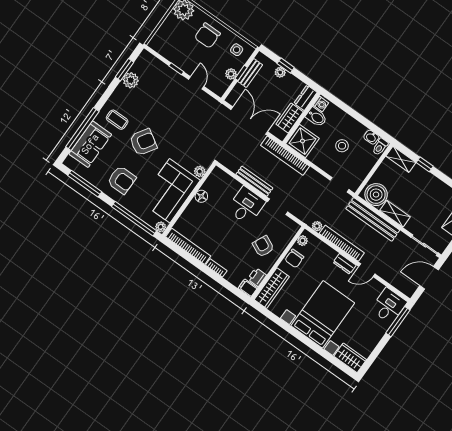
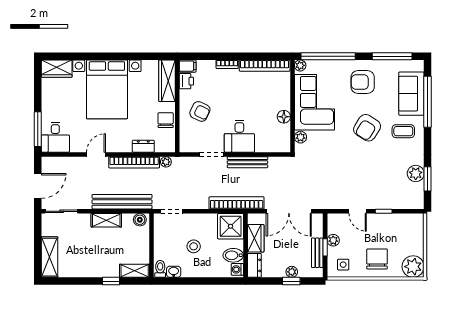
boiler: (376, 195) -> (140, 220), width x0.54, depth x0.54
plant: (302, 241) -> (170, 140), removed
dresser: (345, 264) -> (143, 146), moved

